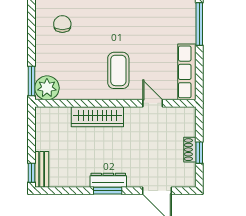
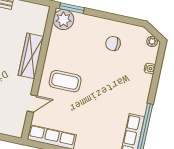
chair: (62, 24) -> (113, 44), turned 180

